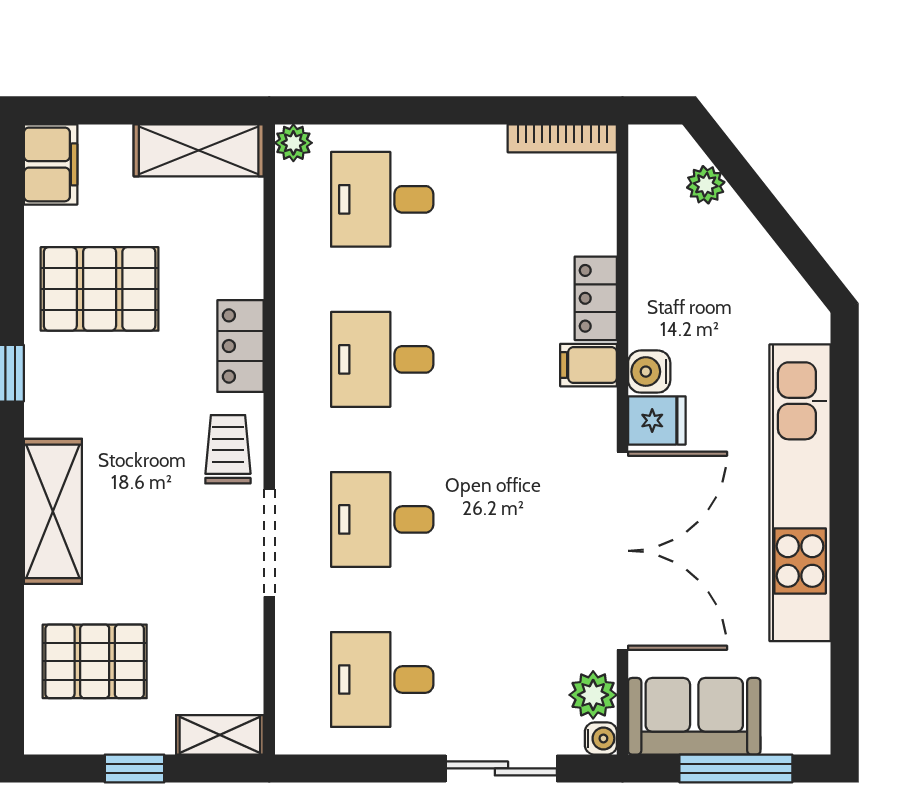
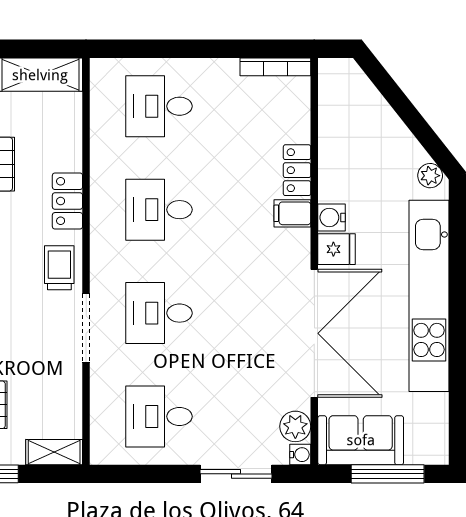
plant: (293, 143) -> (102, 70), removed
plant: (706, 185) -> (430, 176), moved

